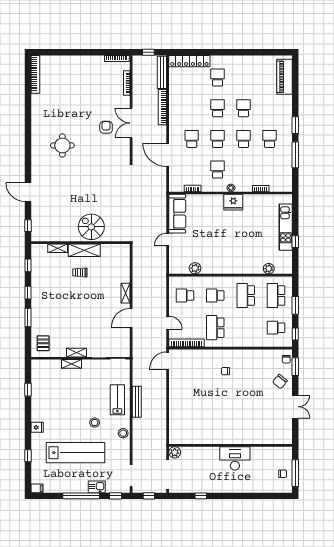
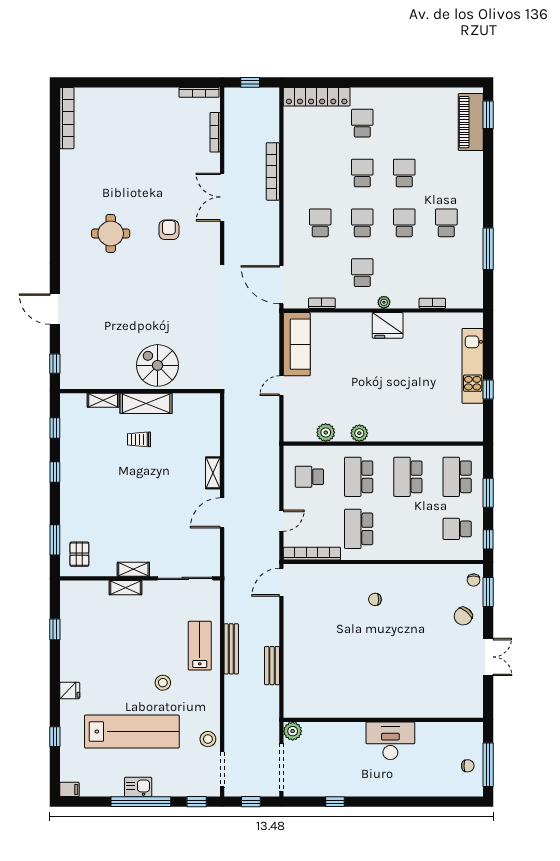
bench: (162, 72) -> (272, 666), moved, width x0.73
window: (295, 125) -> (488, 115), moved
armchair: (106, 127) -> (169, 230), moved
door: (168, 155) -> (281, 285), moved
plant: (269, 269) -> (359, 433), moved
school desk: (215, 296) -> (359, 477), width x1.85
window: (28, 317) -> (55, 540), moved
door: (168, 323) -> (281, 521), hinge flipped
stool: (123, 433) -> (208, 739), moved
kitchen sink: (97, 487) -> (138, 787), moved

